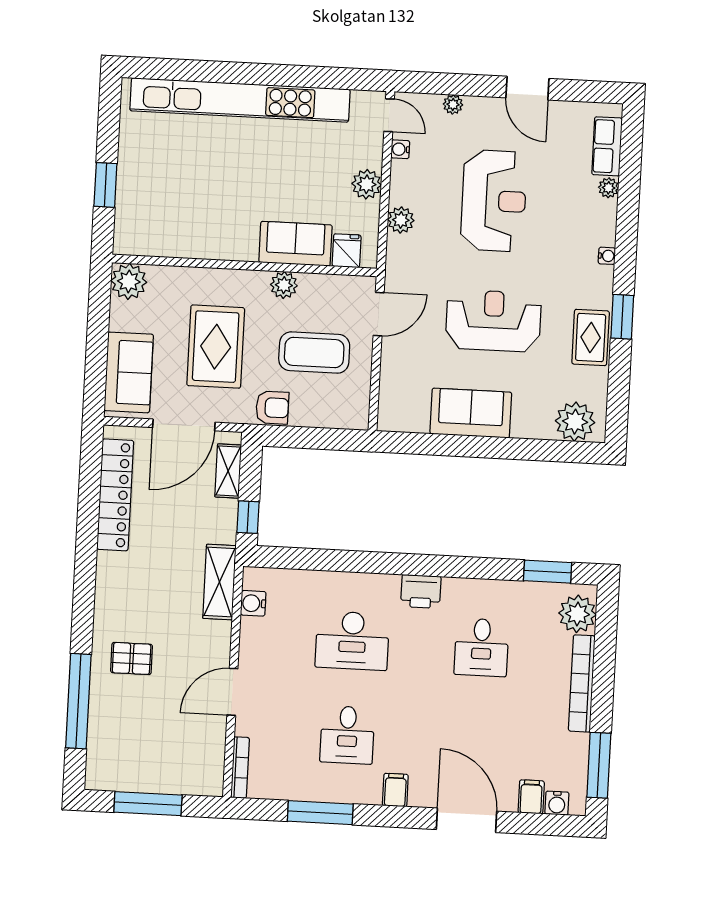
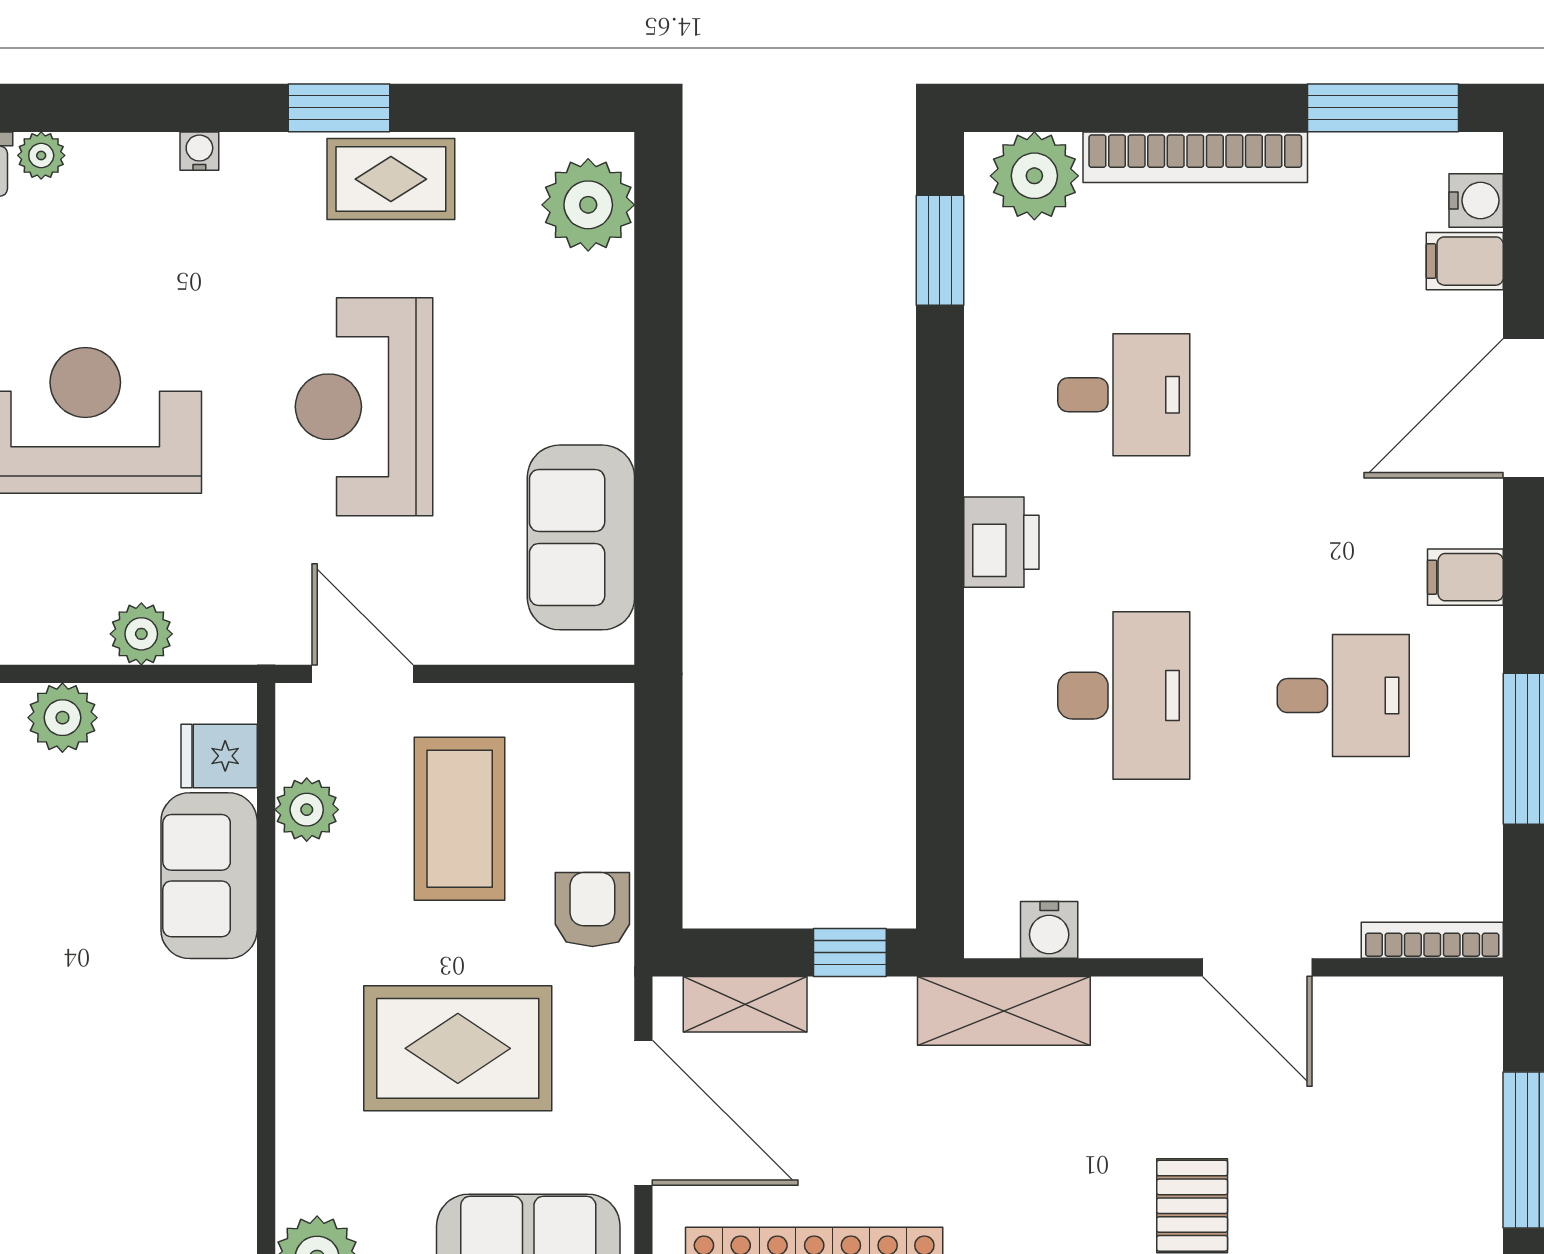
plant: (284, 285) -> (307, 810), moved
sofa: (471, 413) -> (581, 537), moved

